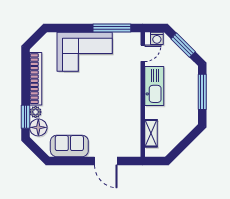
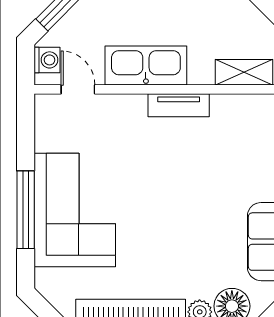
window: (112, 28) -> (26, 210), moved
tv unit: (135, 102) -> (179, 105), added

